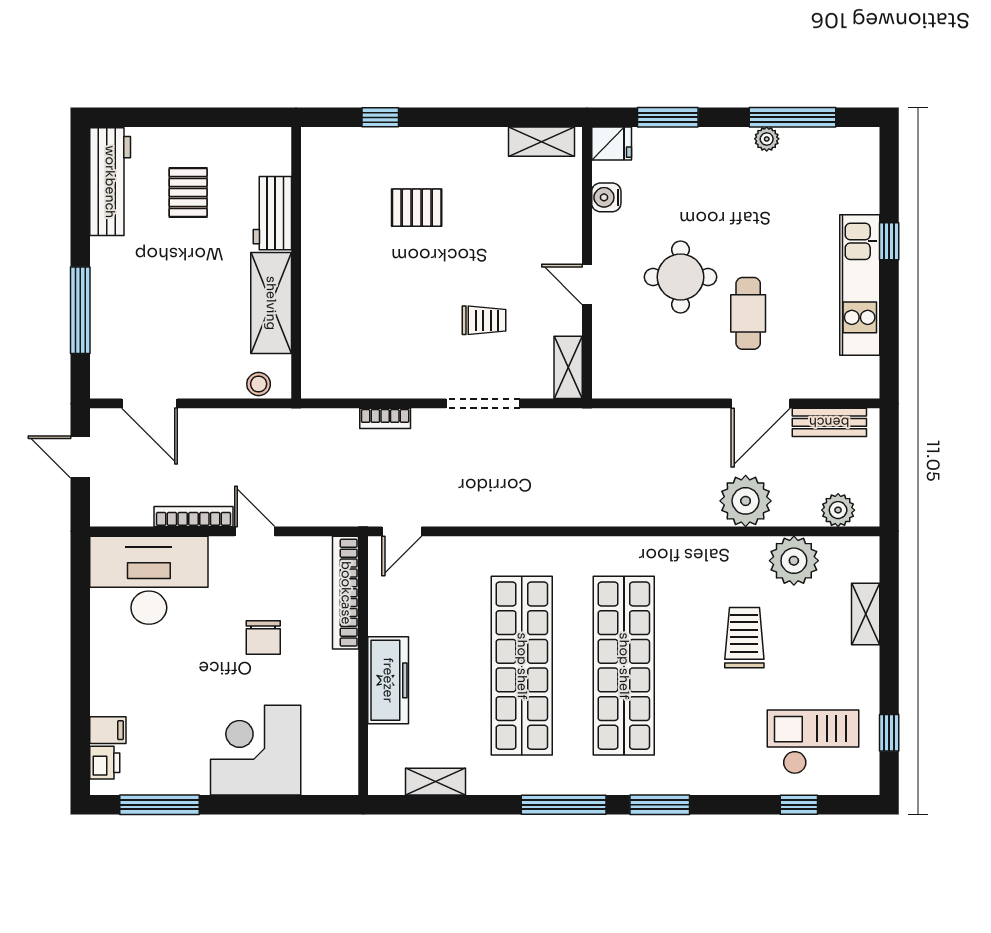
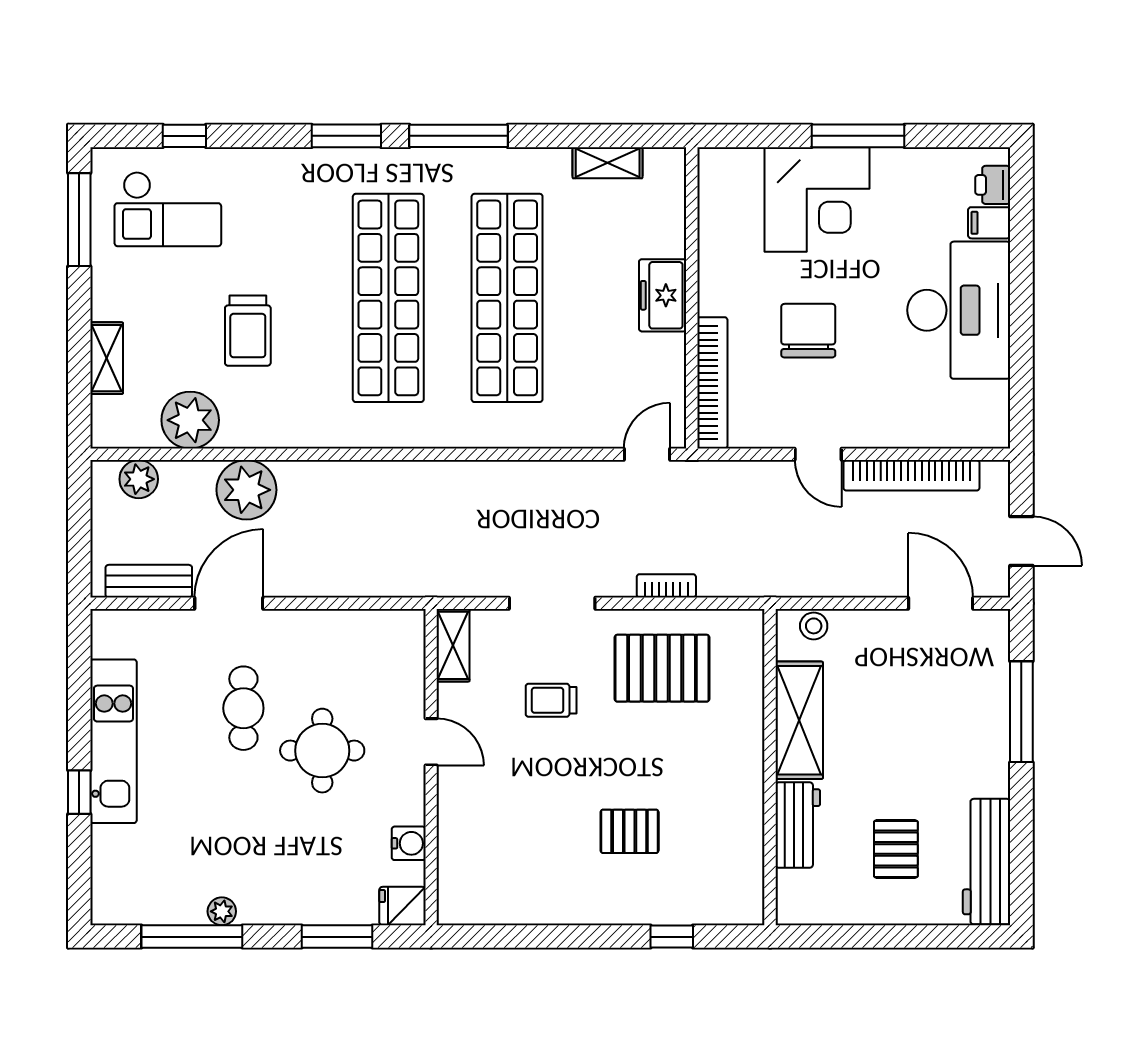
shelving: (542, 142) -> (484, 908), removed
pallet: (389, 348) -> (662, 668), added
bookcase: (194, 516) -> (911, 475), width x1.48, depth x1.31
desk: (149, 580) -> (959, 310), moved, turned -90
chair: (263, 638) -> (808, 331), width x1.37, depth x1.37
freezer: (388, 680) -> (663, 295), width x0.71
window: (889, 733) -> (79, 220), width x2.17
window: (160, 805) -> (858, 136), moved

